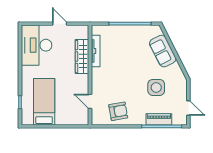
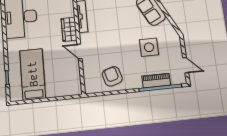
wardrobe: (82, 57) -> (69, 29), width x0.67
door: (90, 101) -> (80, 51), moved
armchair: (118, 111) -> (112, 76), turned -96

